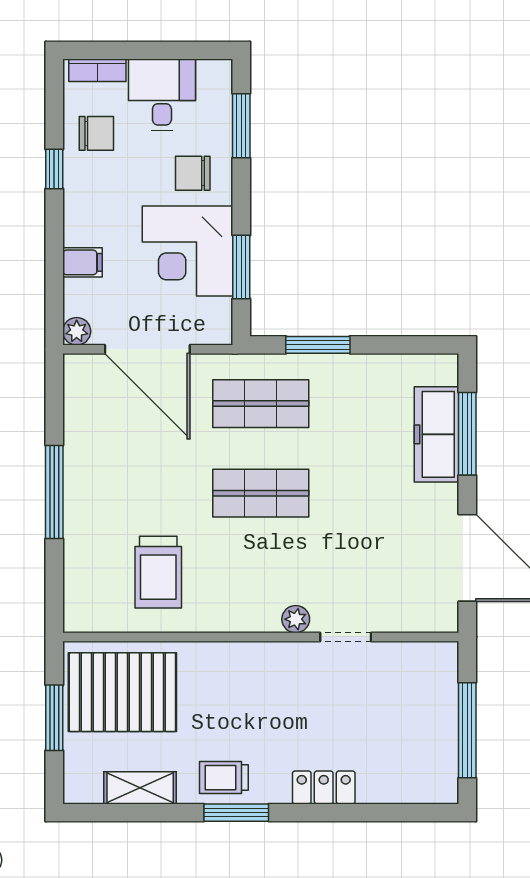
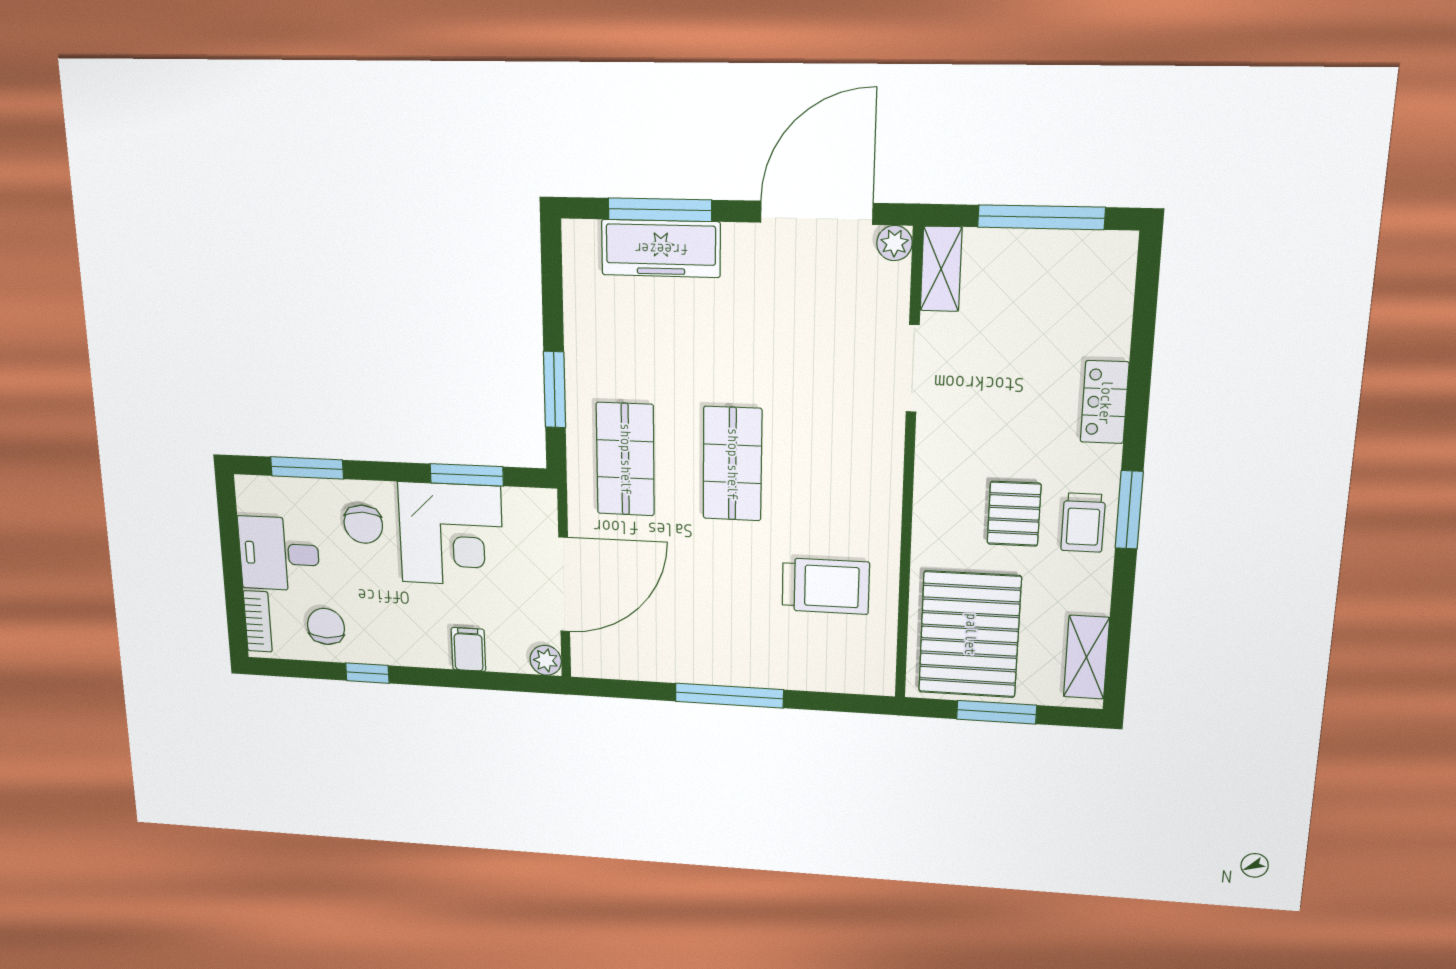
plant: (296, 619) -> (894, 243), moved
doorway: (346, 637) -> (913, 368), width x1.38
shelving: (426, 656) -> (941, 269), added
pallet: (229, 723) -> (1014, 514), added
shelving: (140, 788) -> (1086, 657), moved

